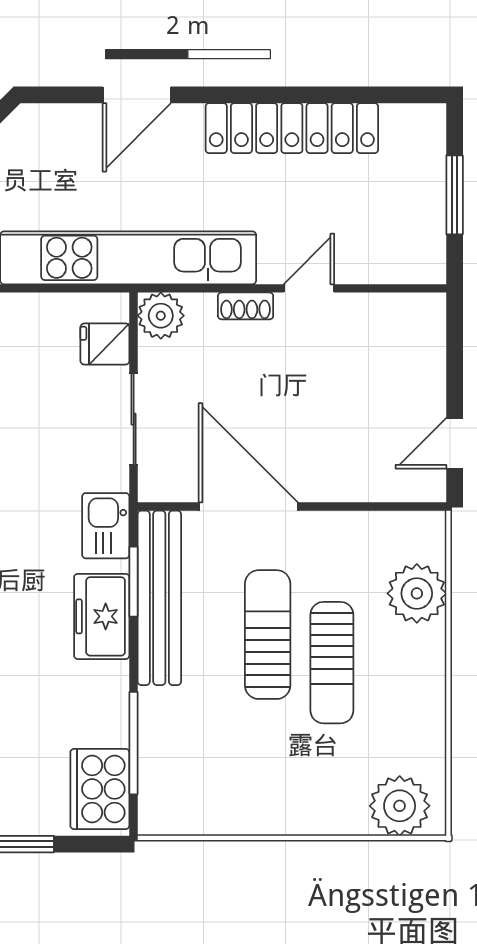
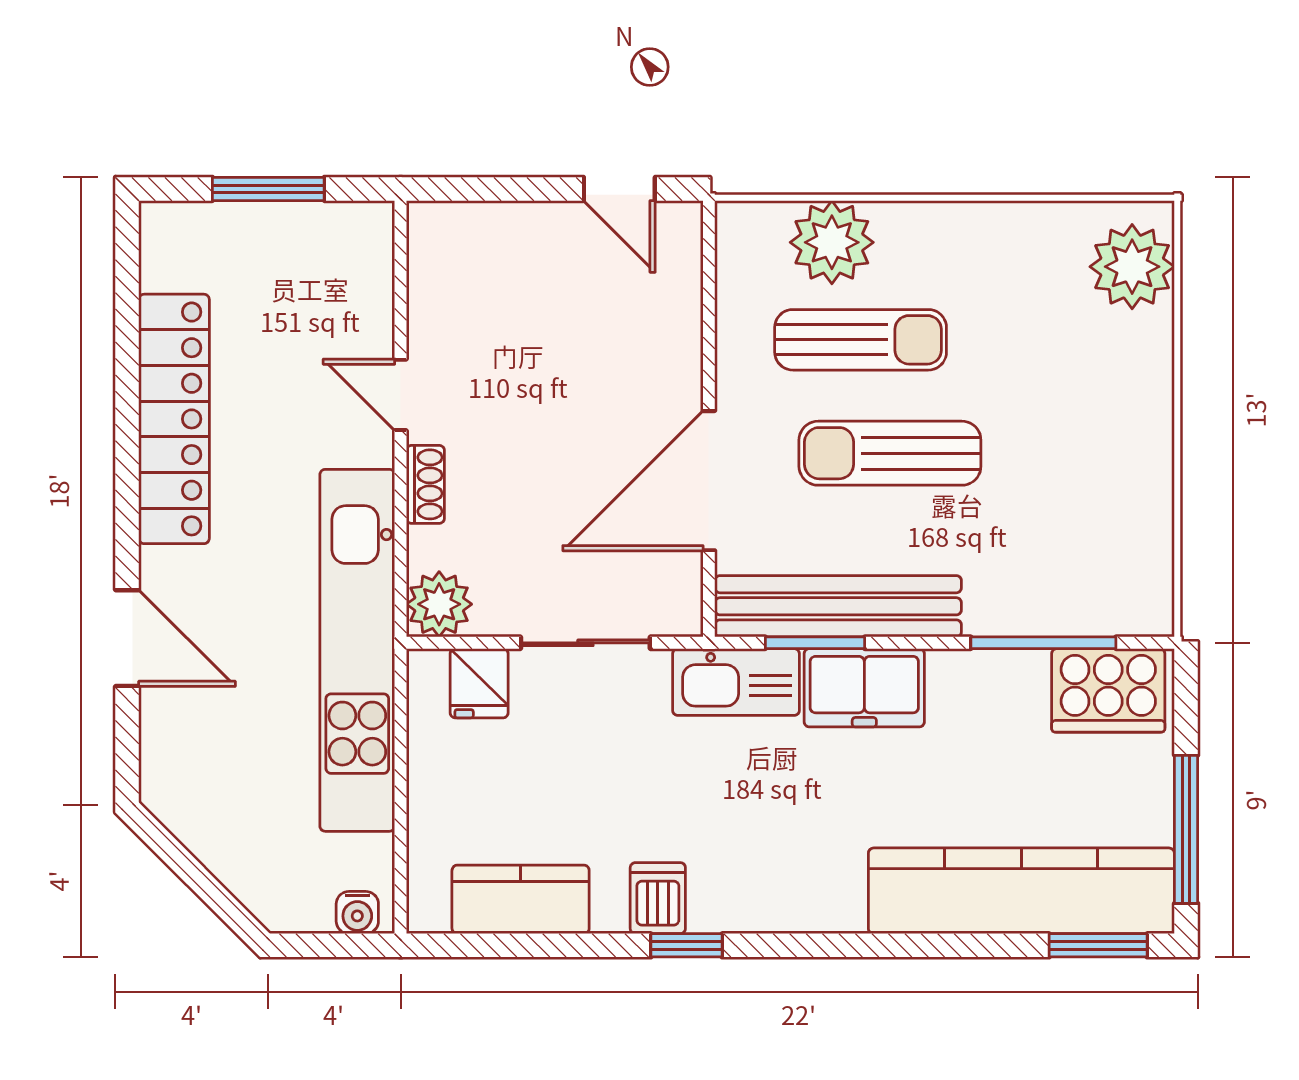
kitchen sink: (106, 526) -> (736, 682), width x1.38
sun lounger: (332, 663) -> (861, 340), moved

